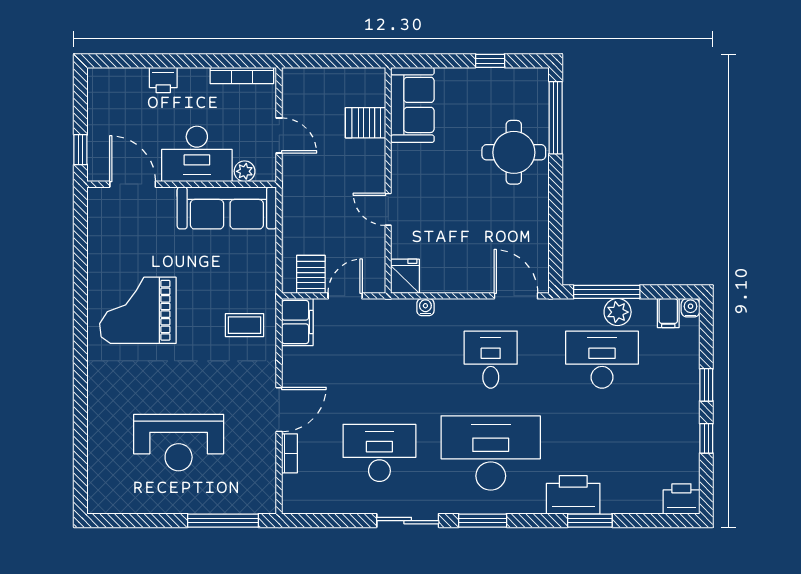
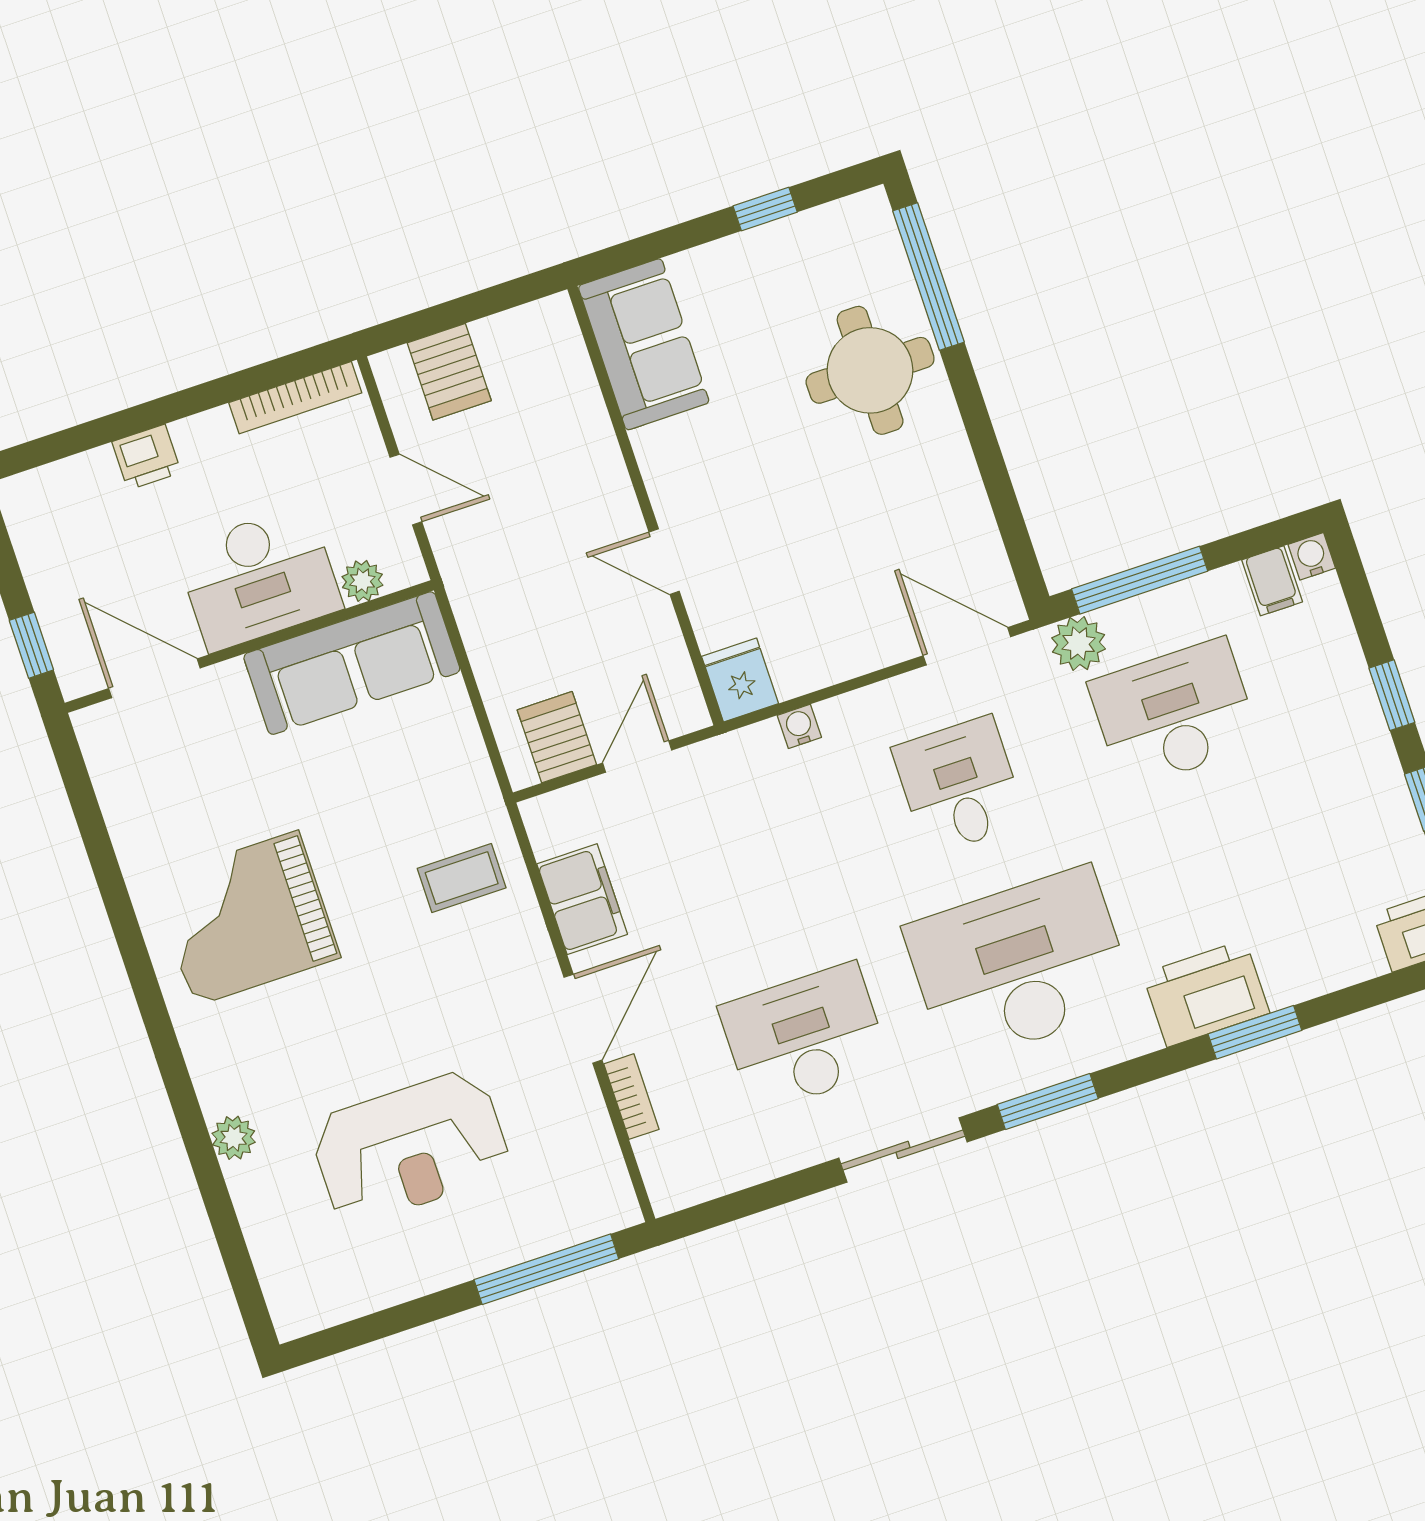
server rack: (366, 123) -> (449, 372), moved, turned -90
plant: (618, 312) -> (1079, 643), moved
filing cabinet: (297, 322) -> (582, 899), moved
plant: (98, 411) -> (234, 1138), added

